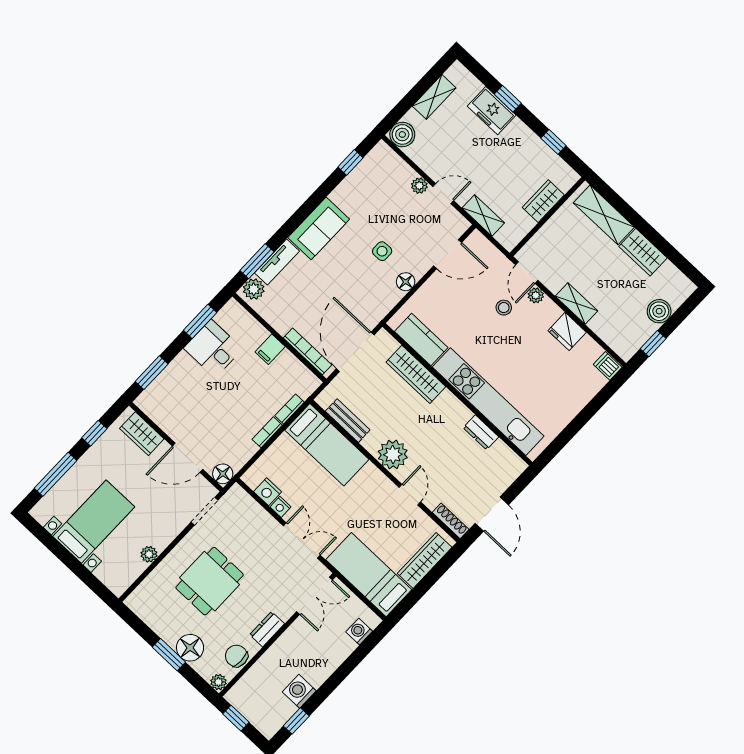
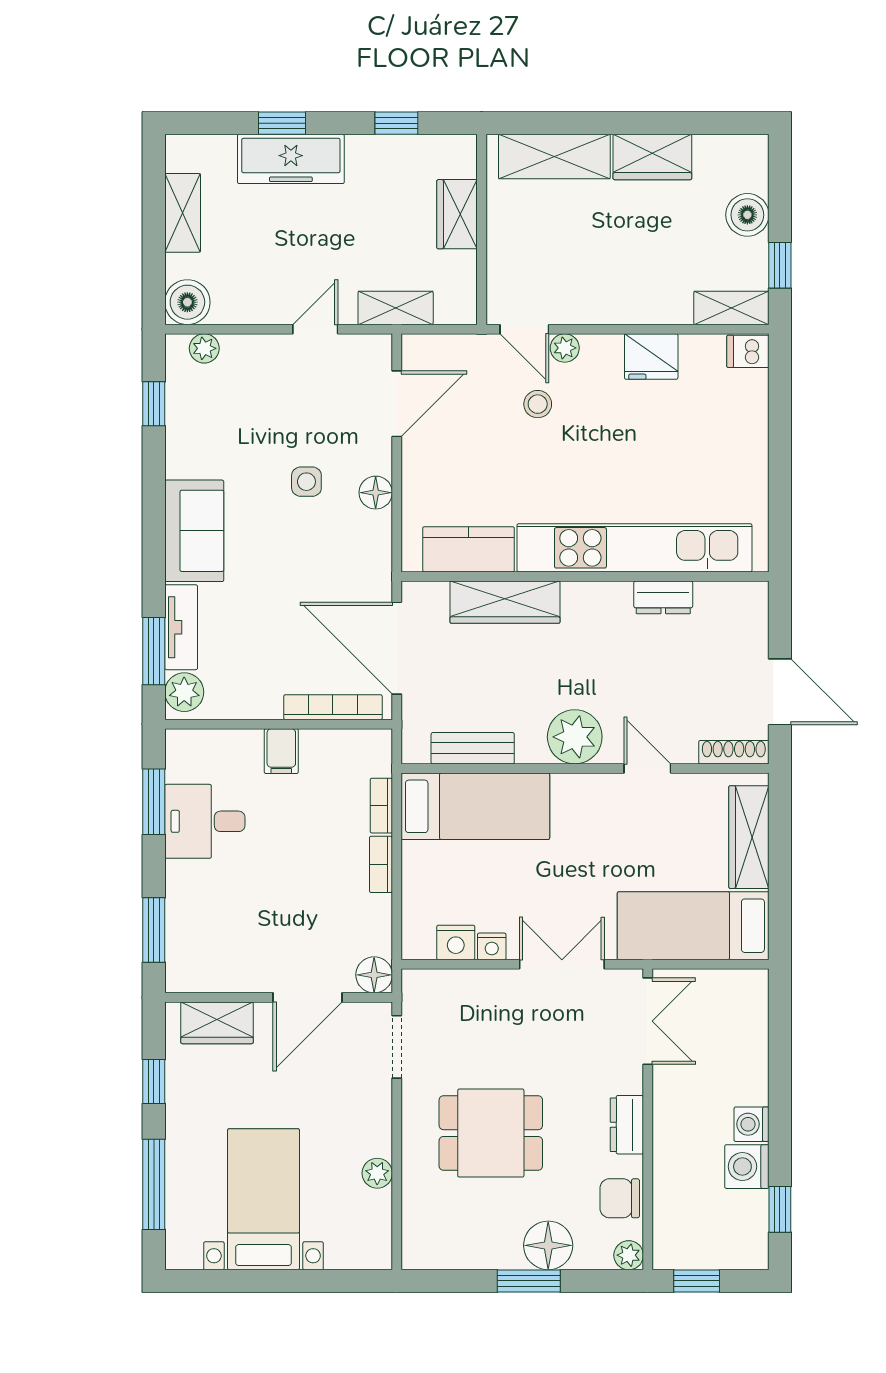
freezer: (492, 111) -> (291, 159), width x1.40
plant: (419, 186) -> (204, 348), moved
shelving: (576, 304) -> (731, 308), moved
dining table: (210, 581) -> (491, 1133), turned 90
washing machine: (359, 632) -> (751, 1124), moved

